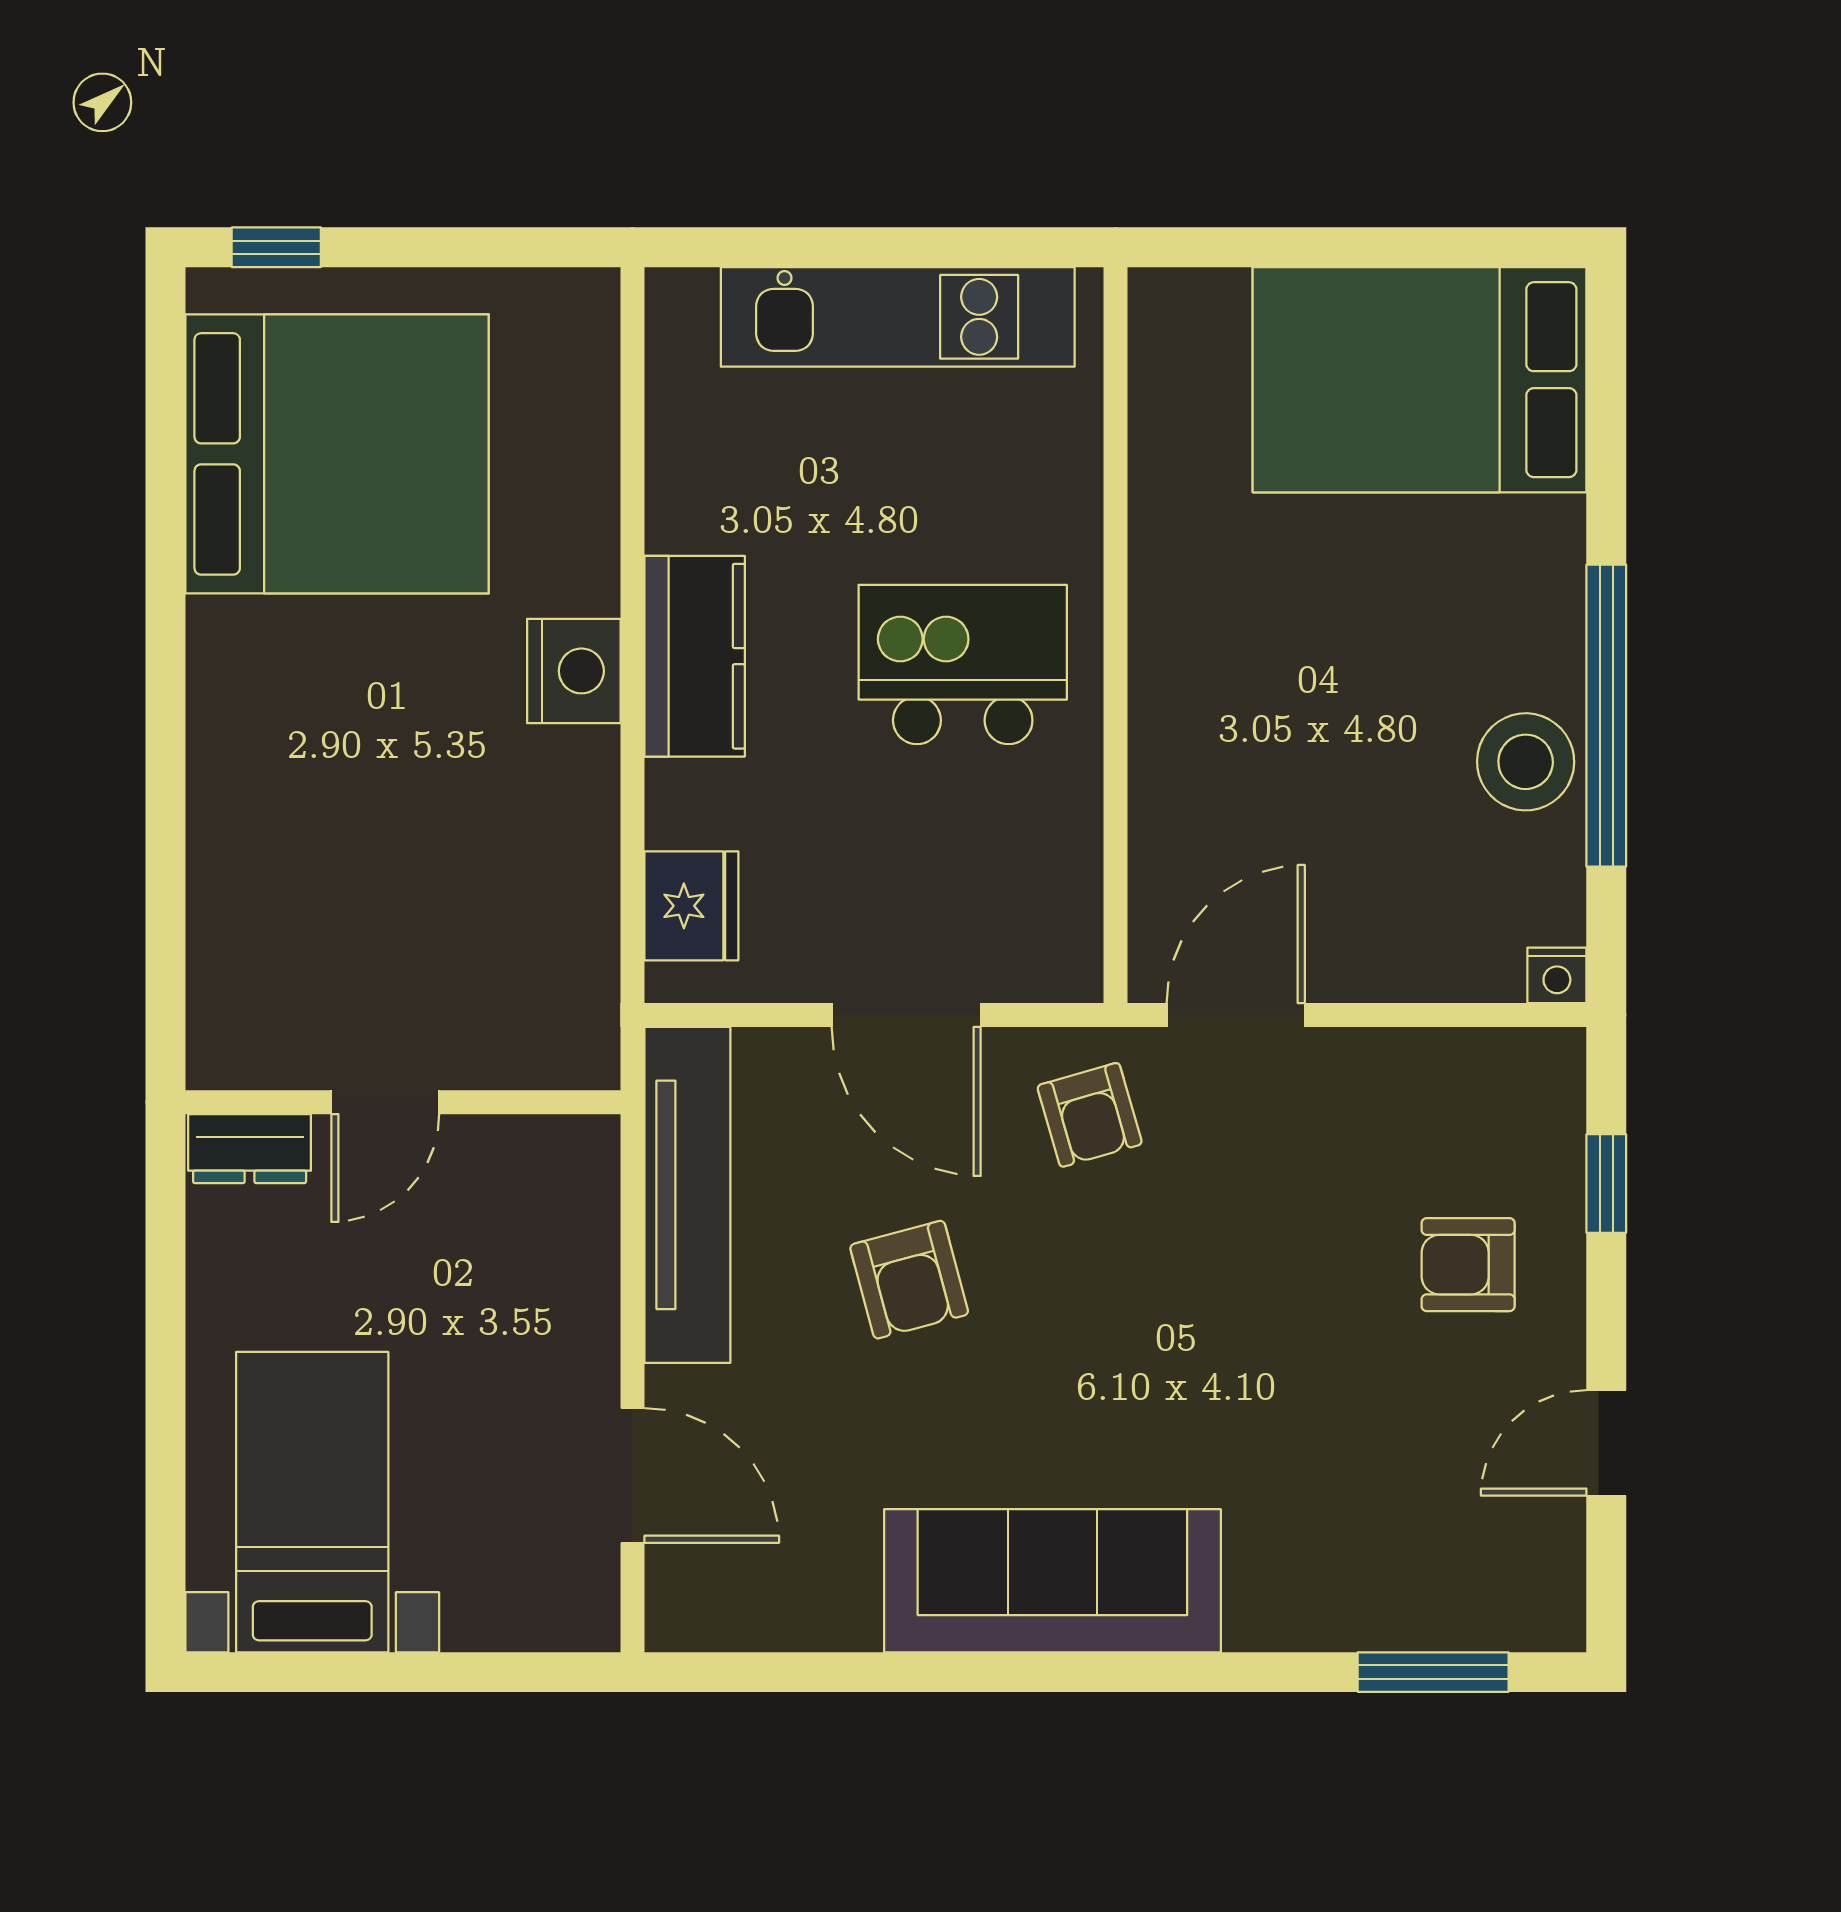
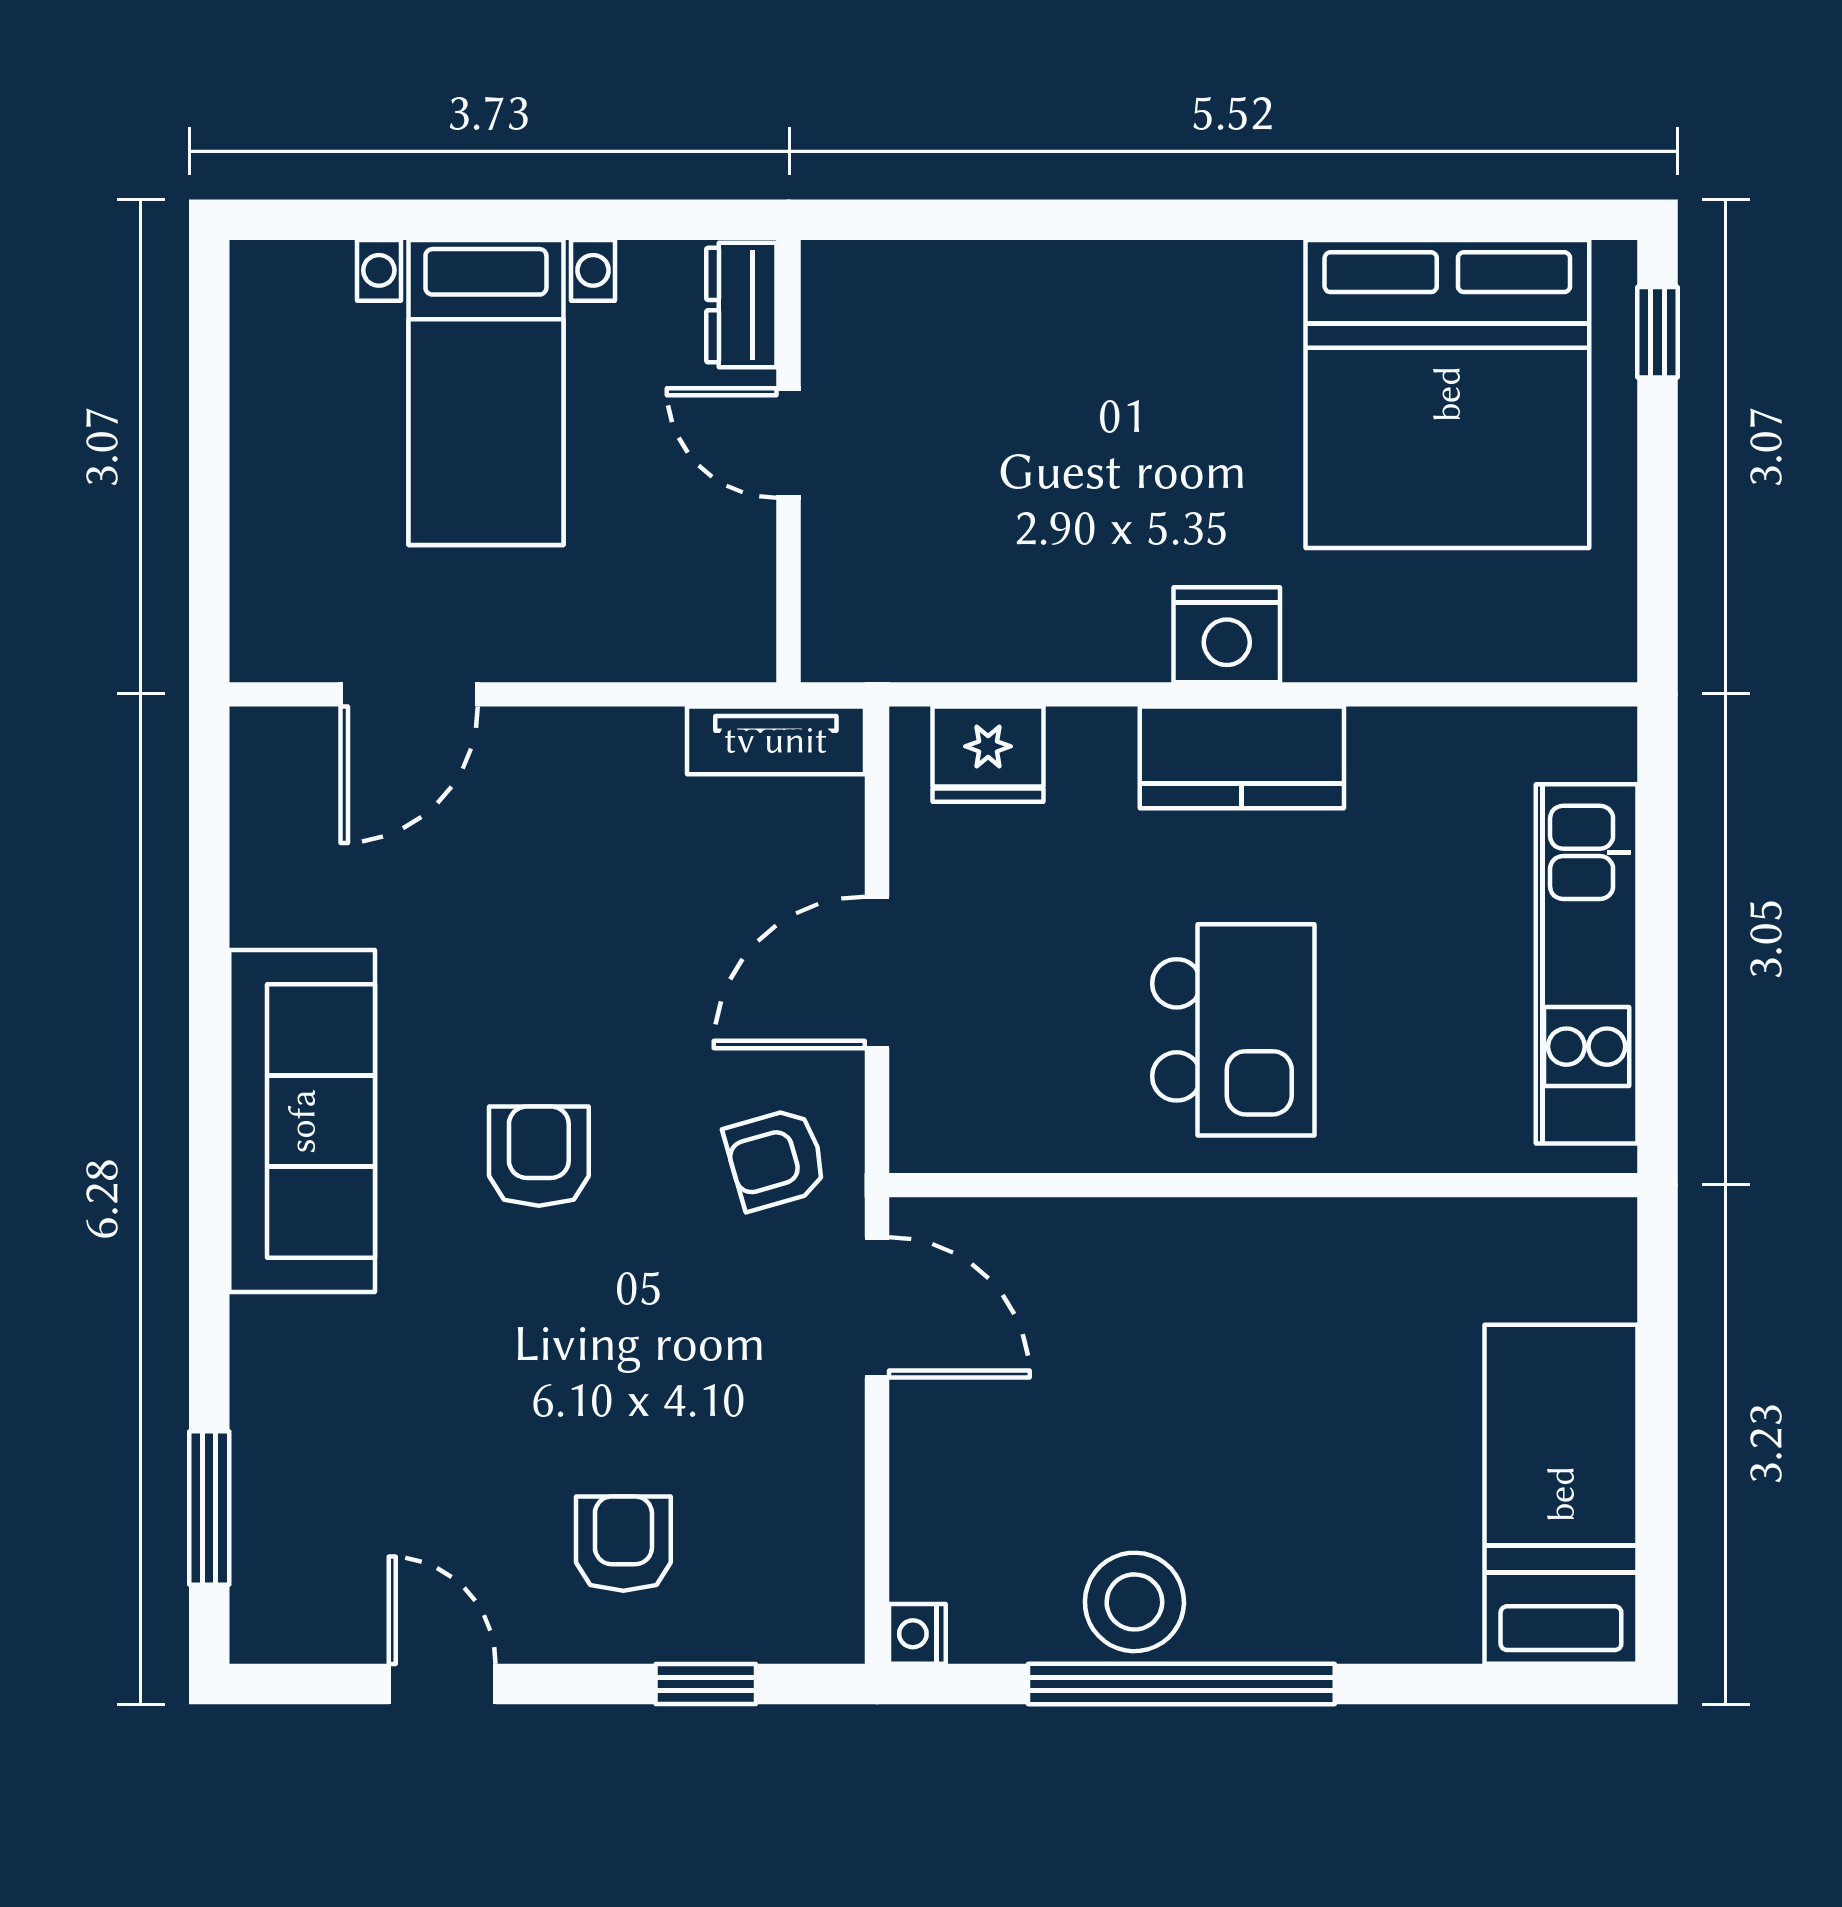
bed: (1420, 380) -> (1561, 1494), width x0.67
tv unit: (687, 1195) -> (776, 740), width x0.52, depth x0.78
armchair: (909, 1280) -> (539, 1156), moved, turned 105
bed with nightstands: (312, 1502) -> (486, 392), moved, turned 90

